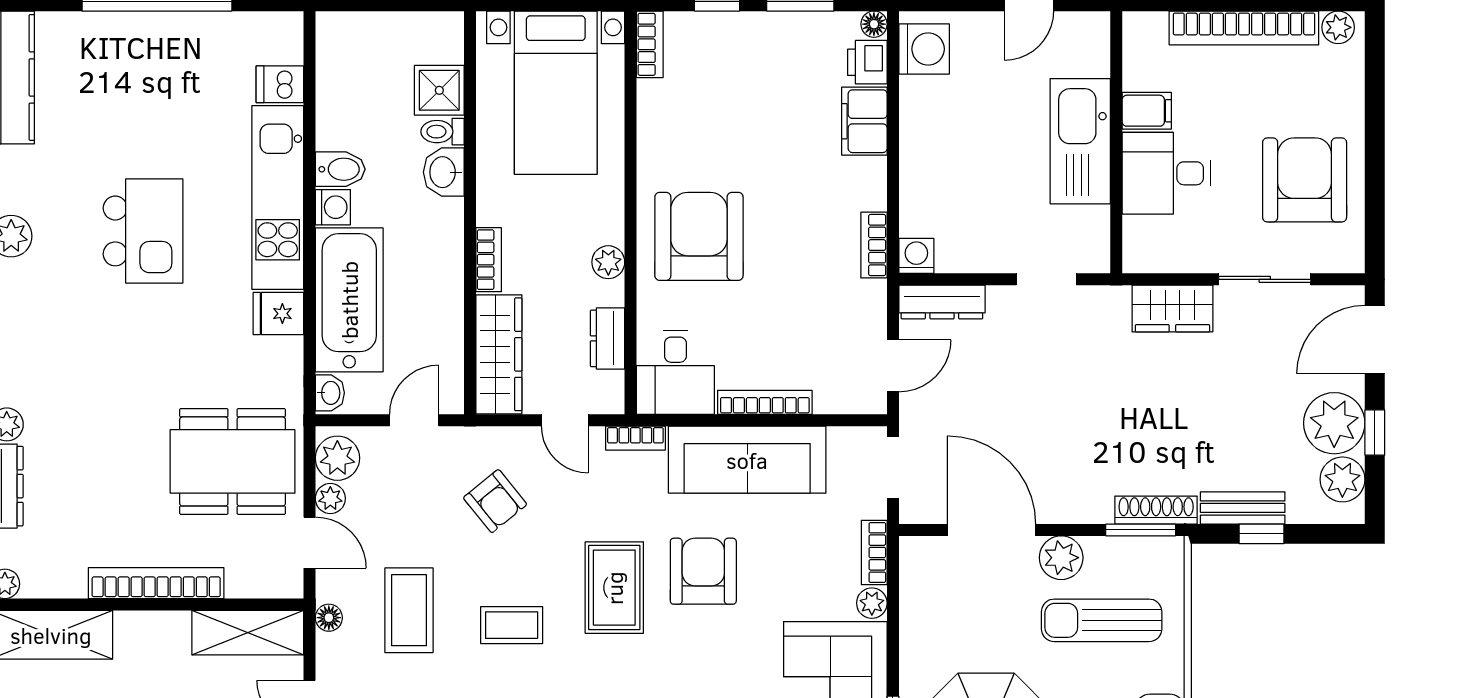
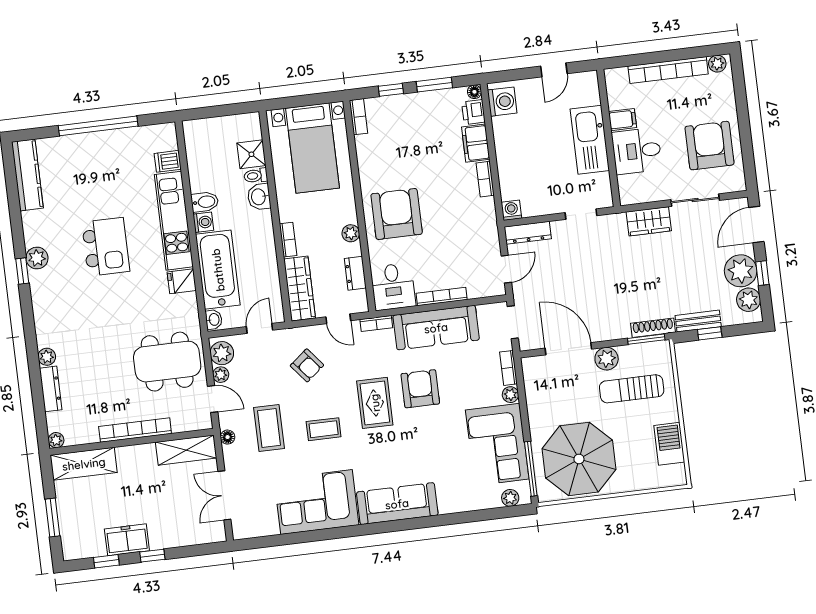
bookcase: (874, 245) -> (485, 179), moved

